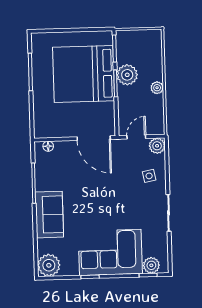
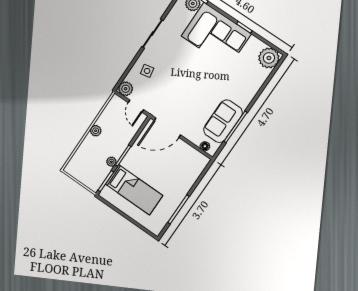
bed: (84, 74) -> (134, 190), width x0.49
plant: (127, 75) -> (111, 162), width x0.53, depth x0.53
door: (136, 137) -> (136, 106), hinge flipped
door: (94, 138) -> (167, 128), swing flipped
sofa: (49, 215) -> (223, 121), moved

